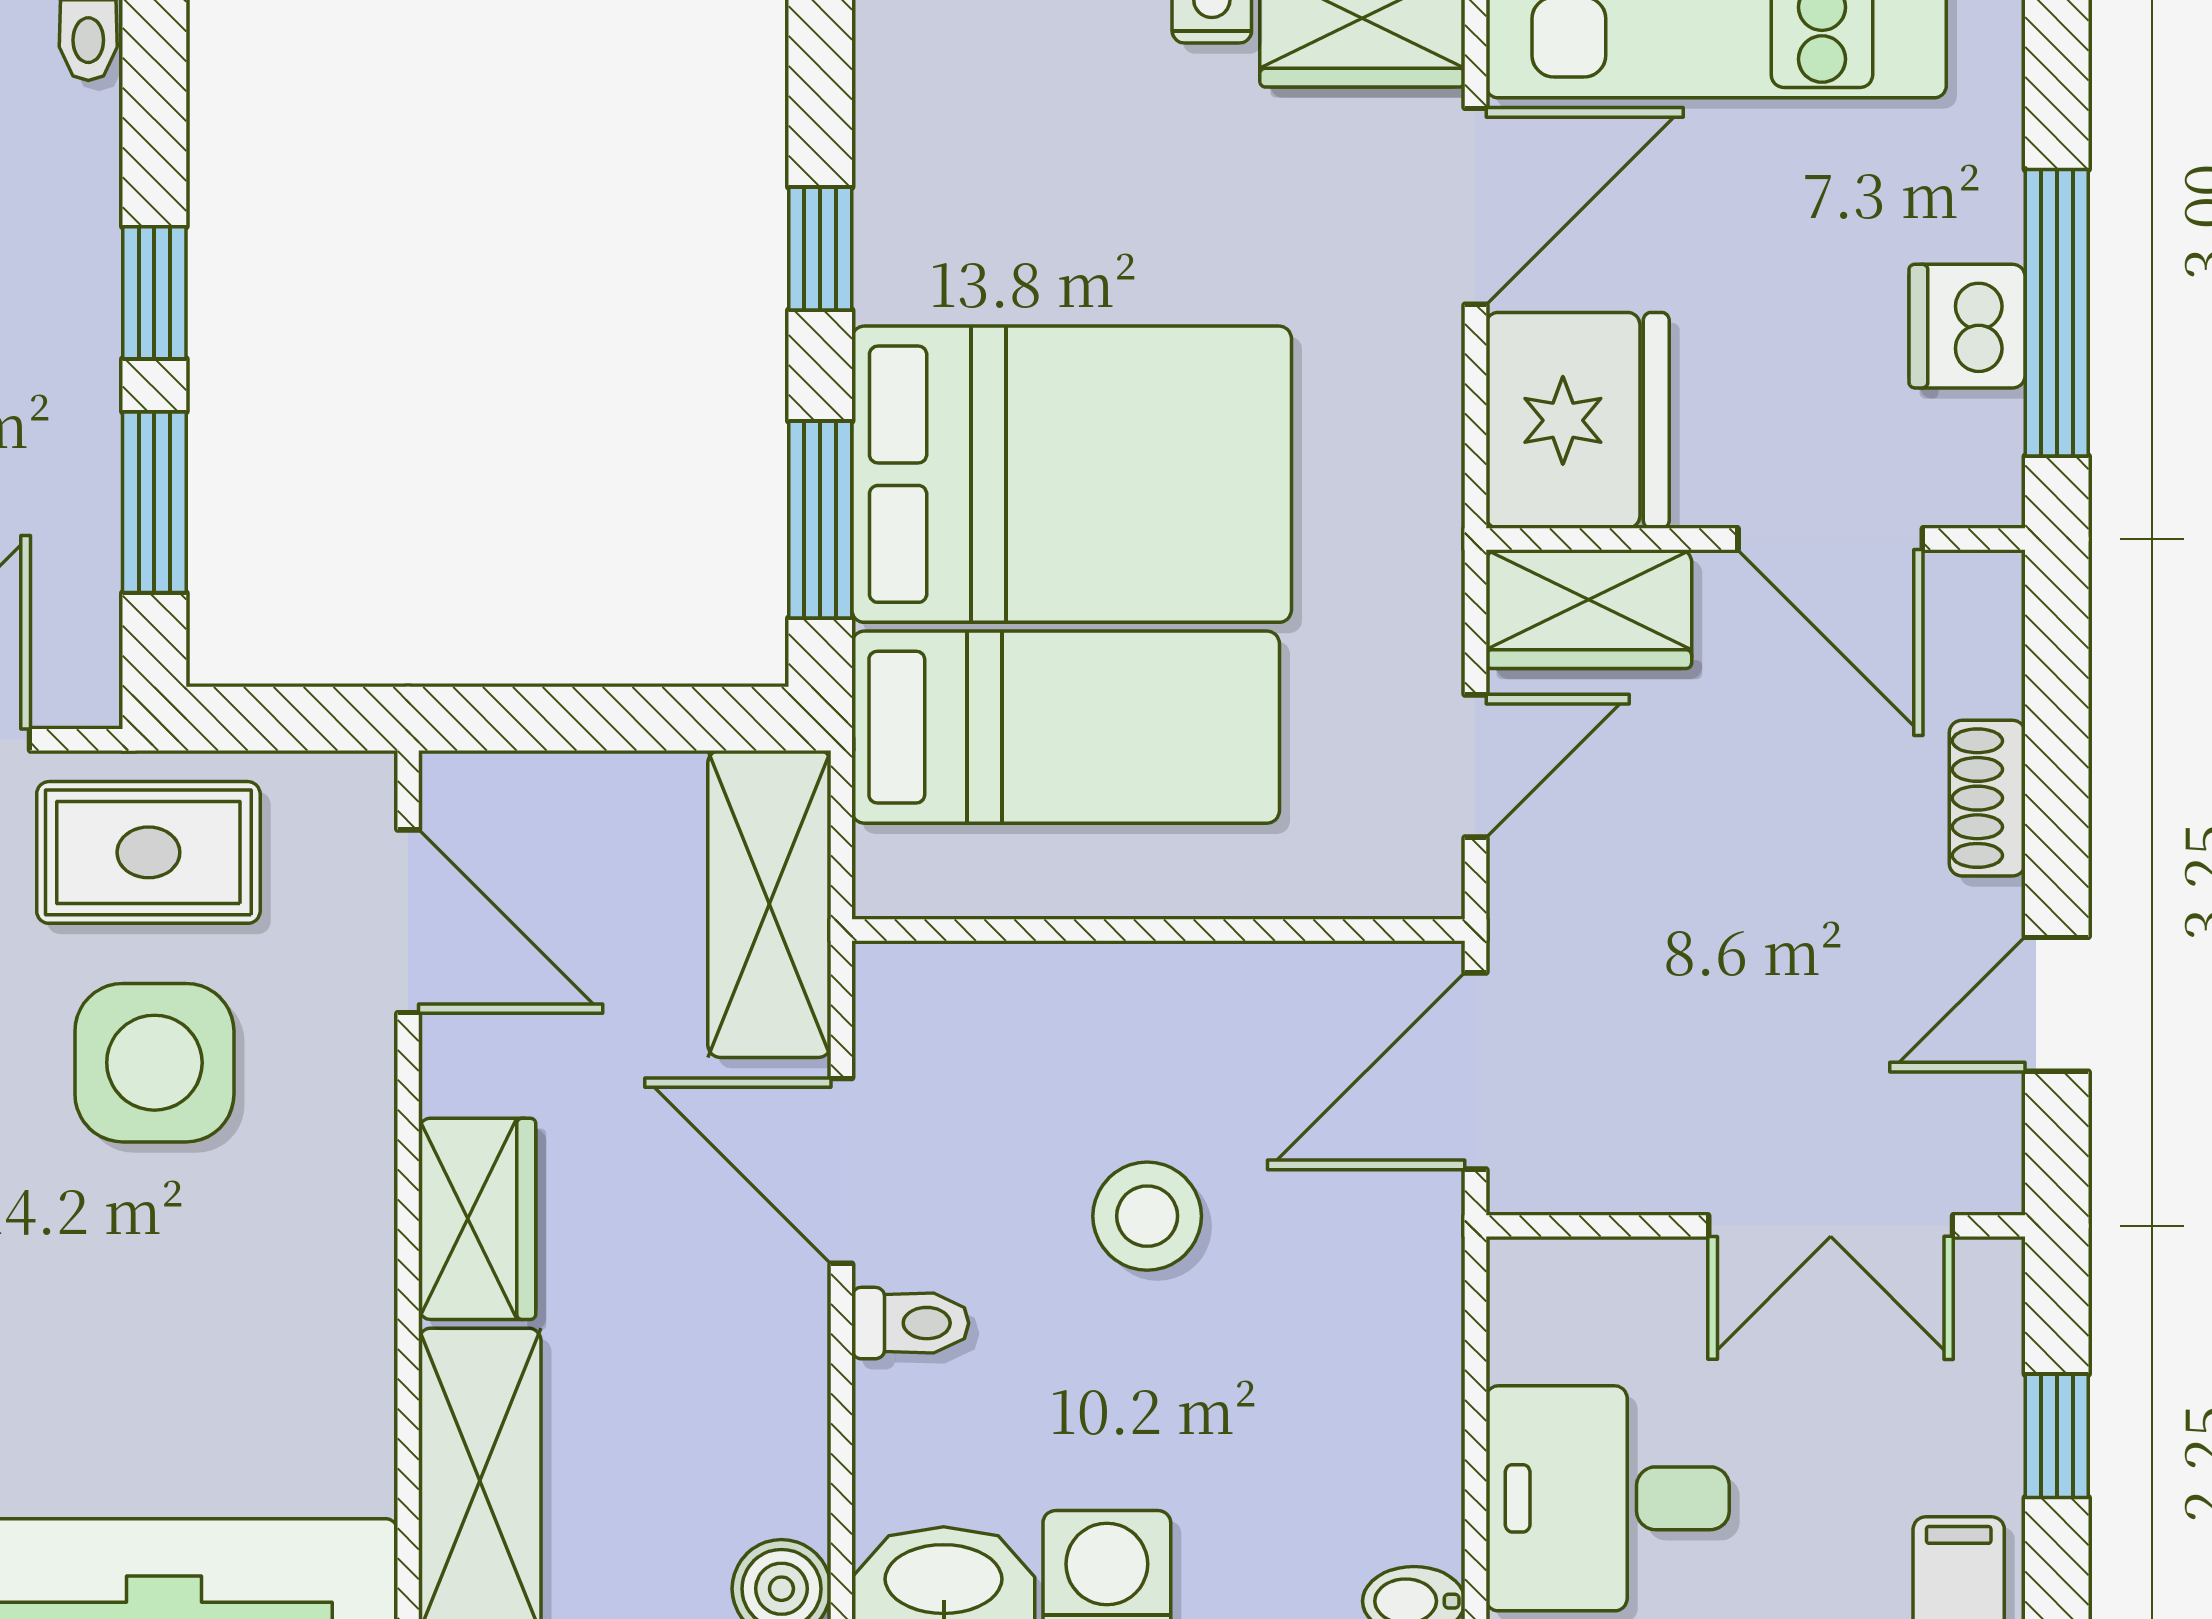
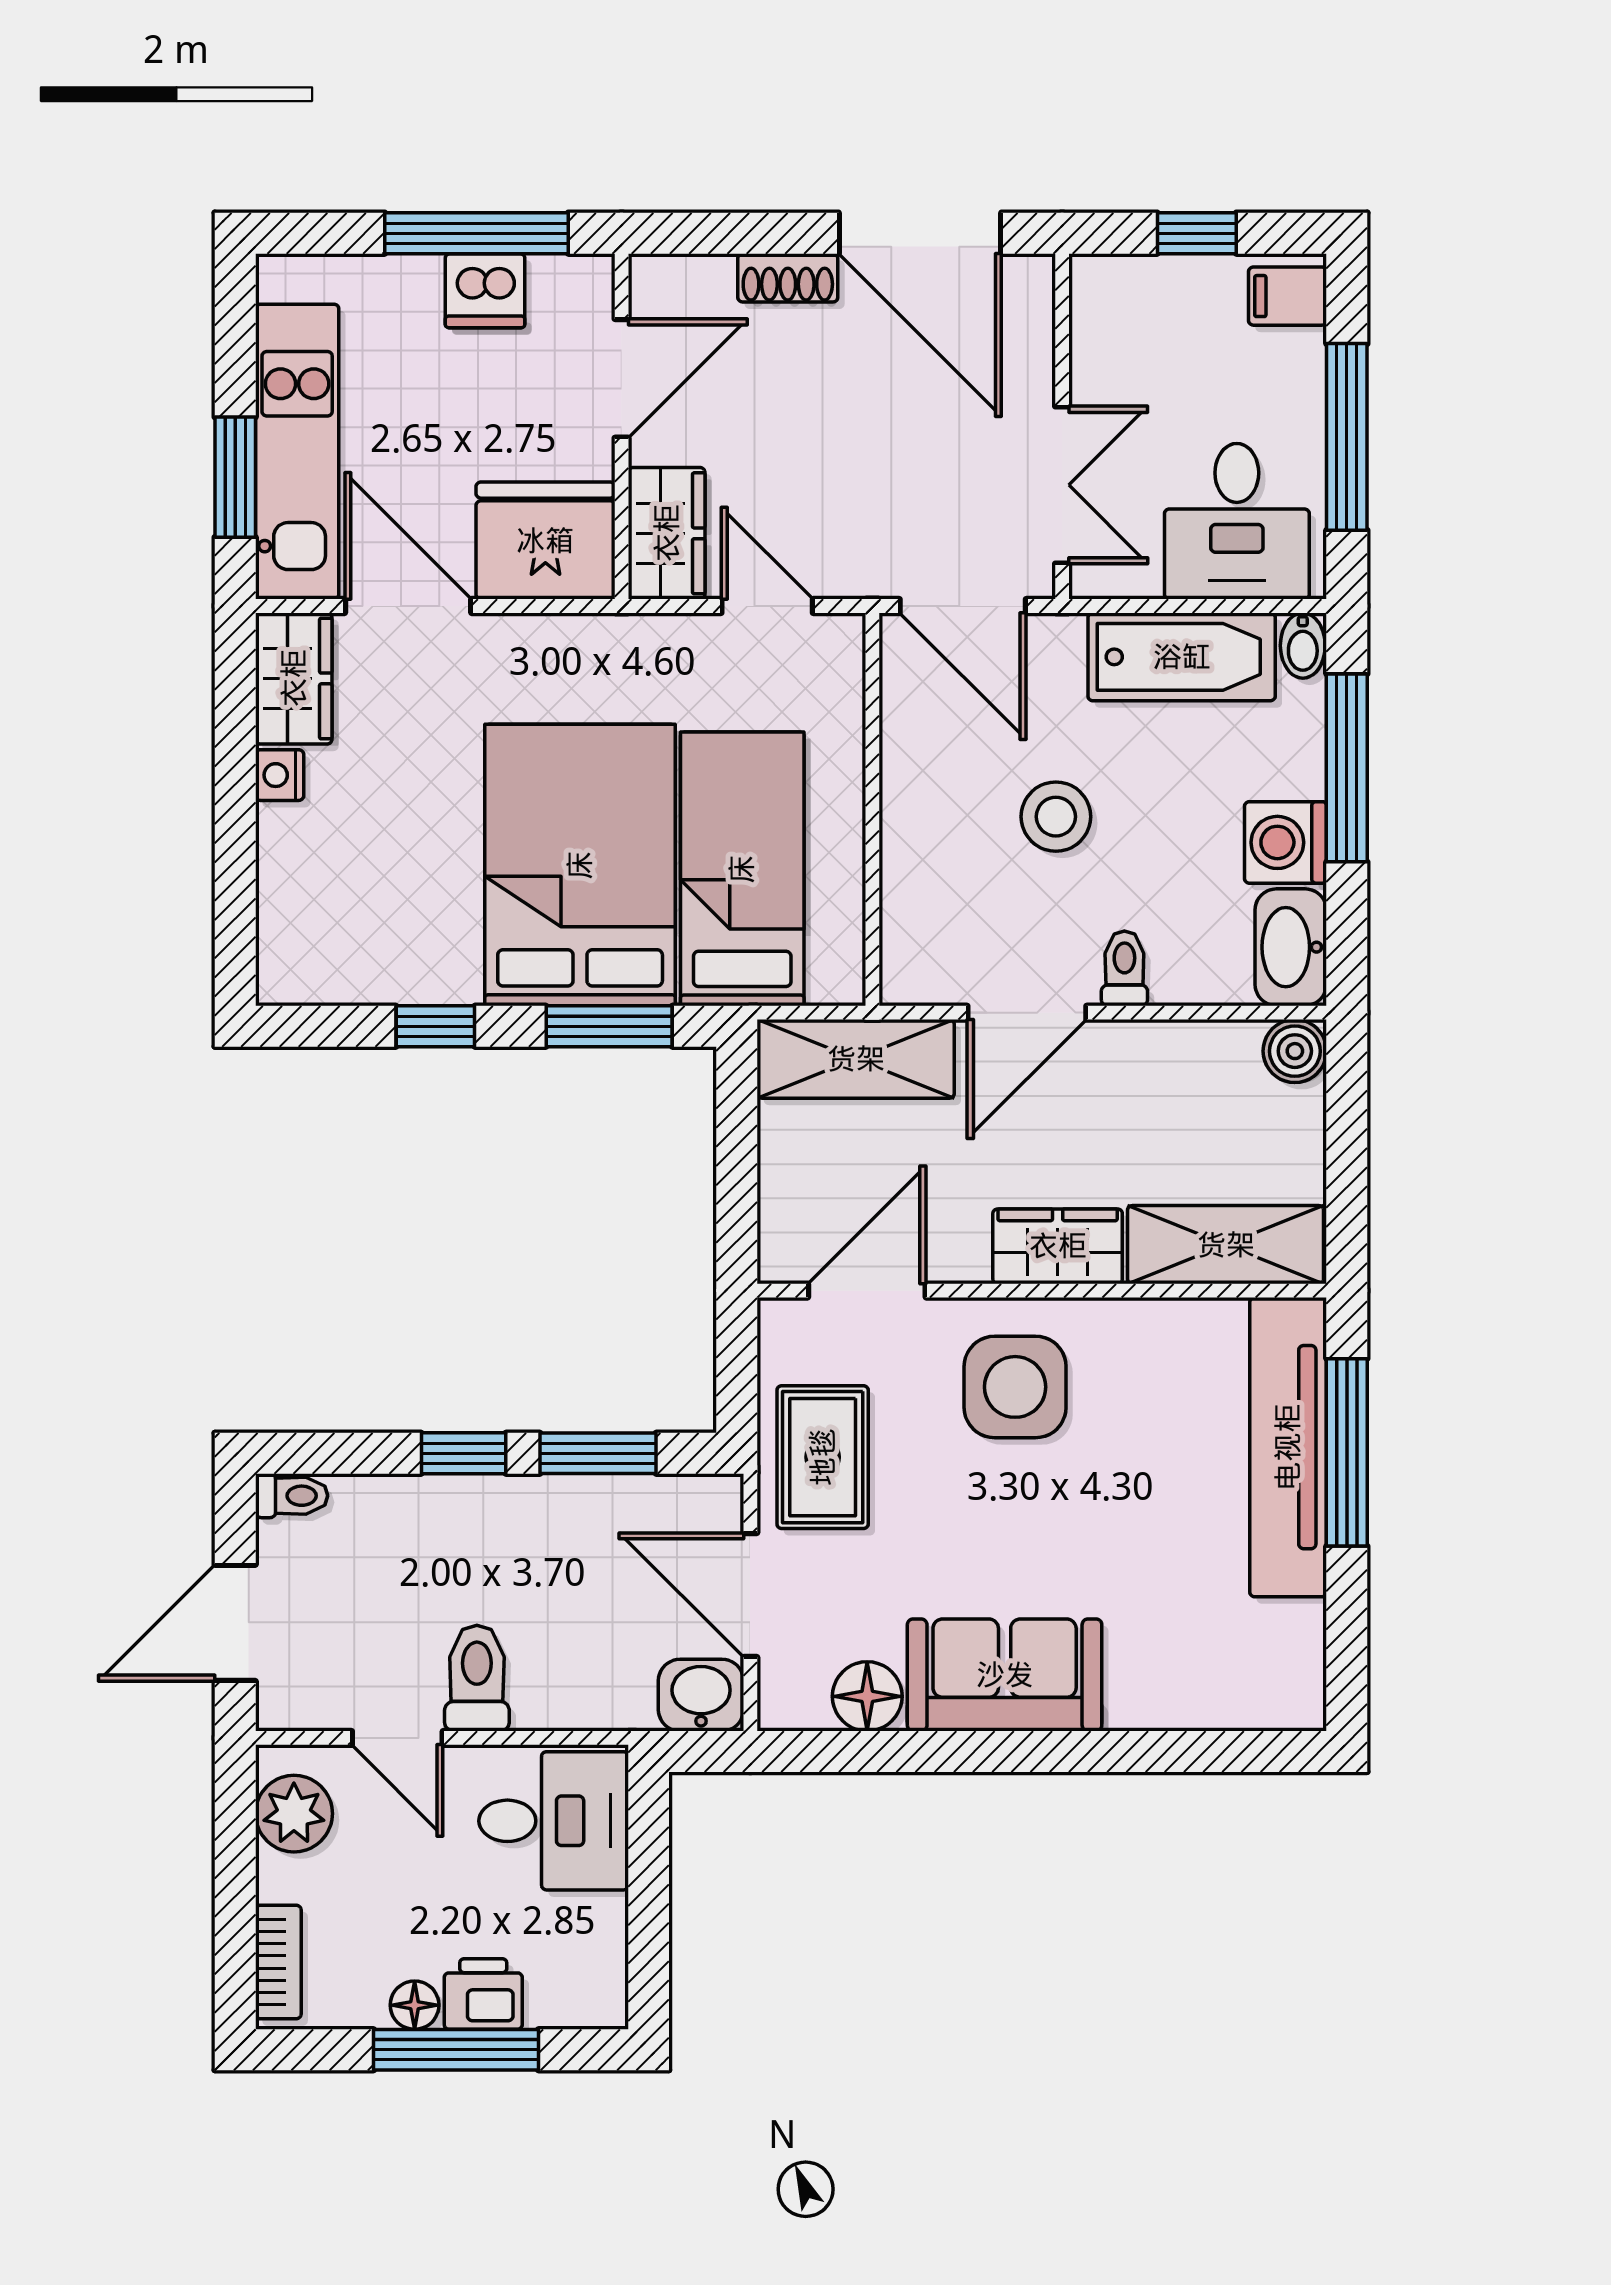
door: (2057, 1004) -> (920, 233), width x1.88
side table: (154, 1063) -> (1015, 1387), moved
double door: (1831, 1226) -> (1062, 485), moved
bathtub: (1396, 1412) -> (1182, 657), added

